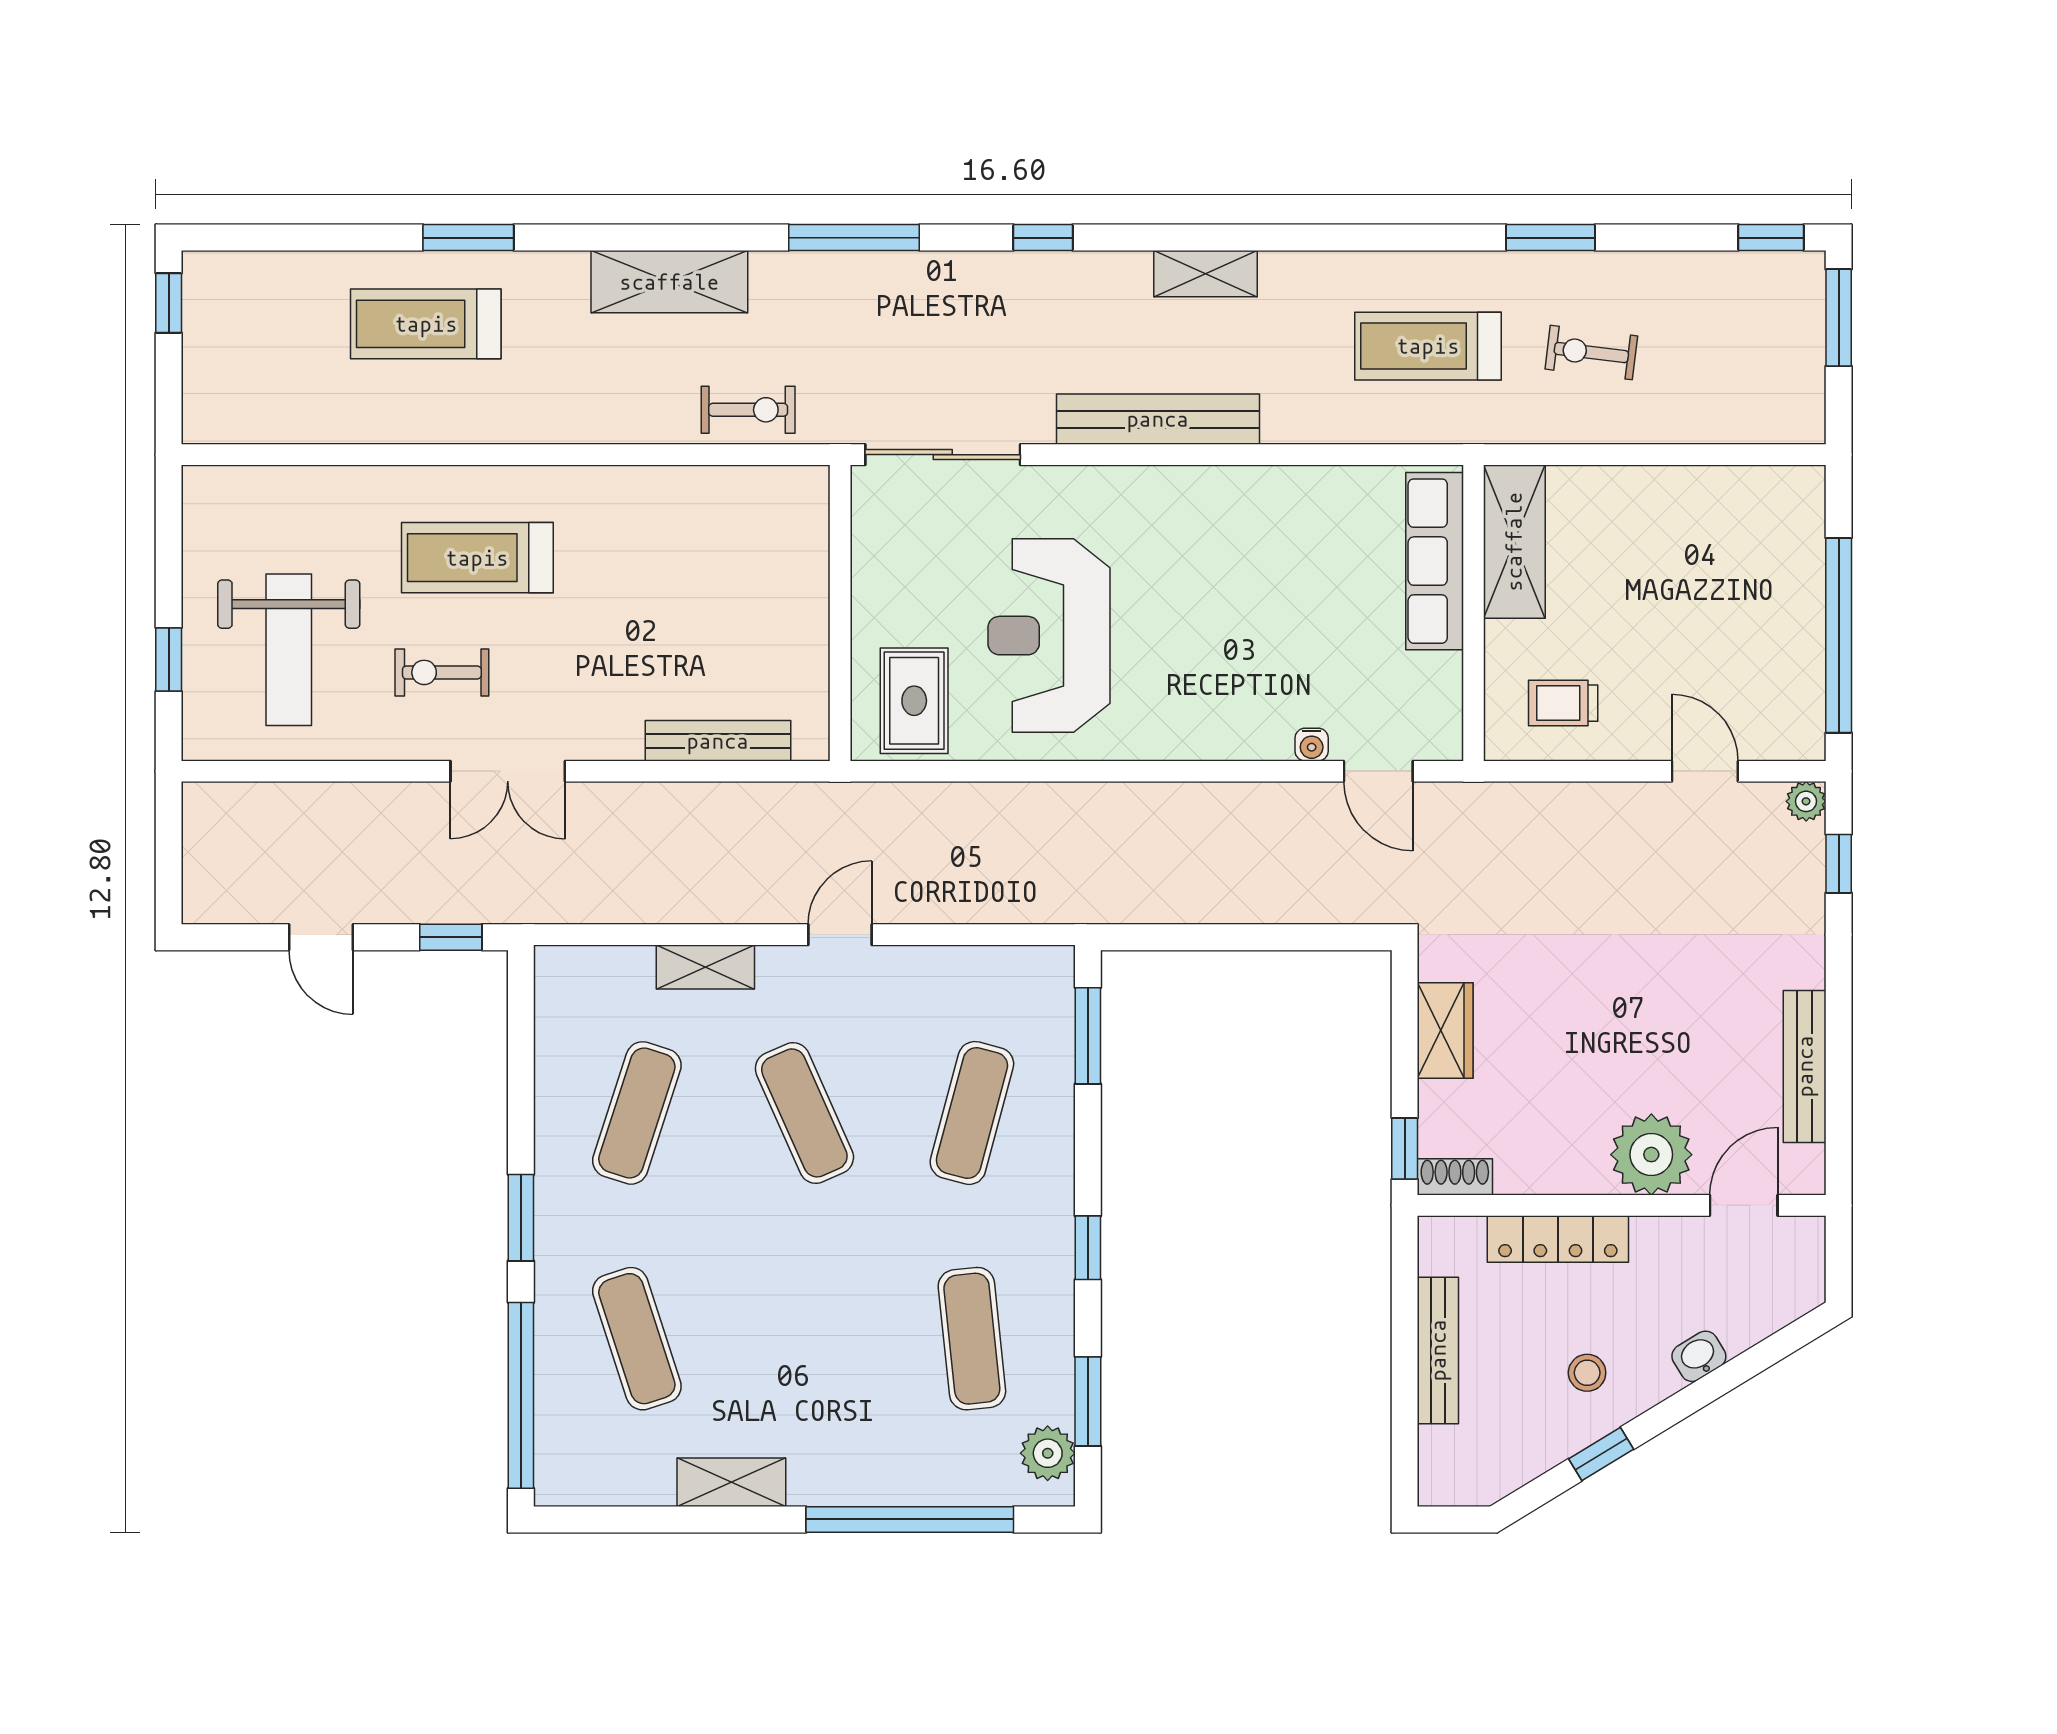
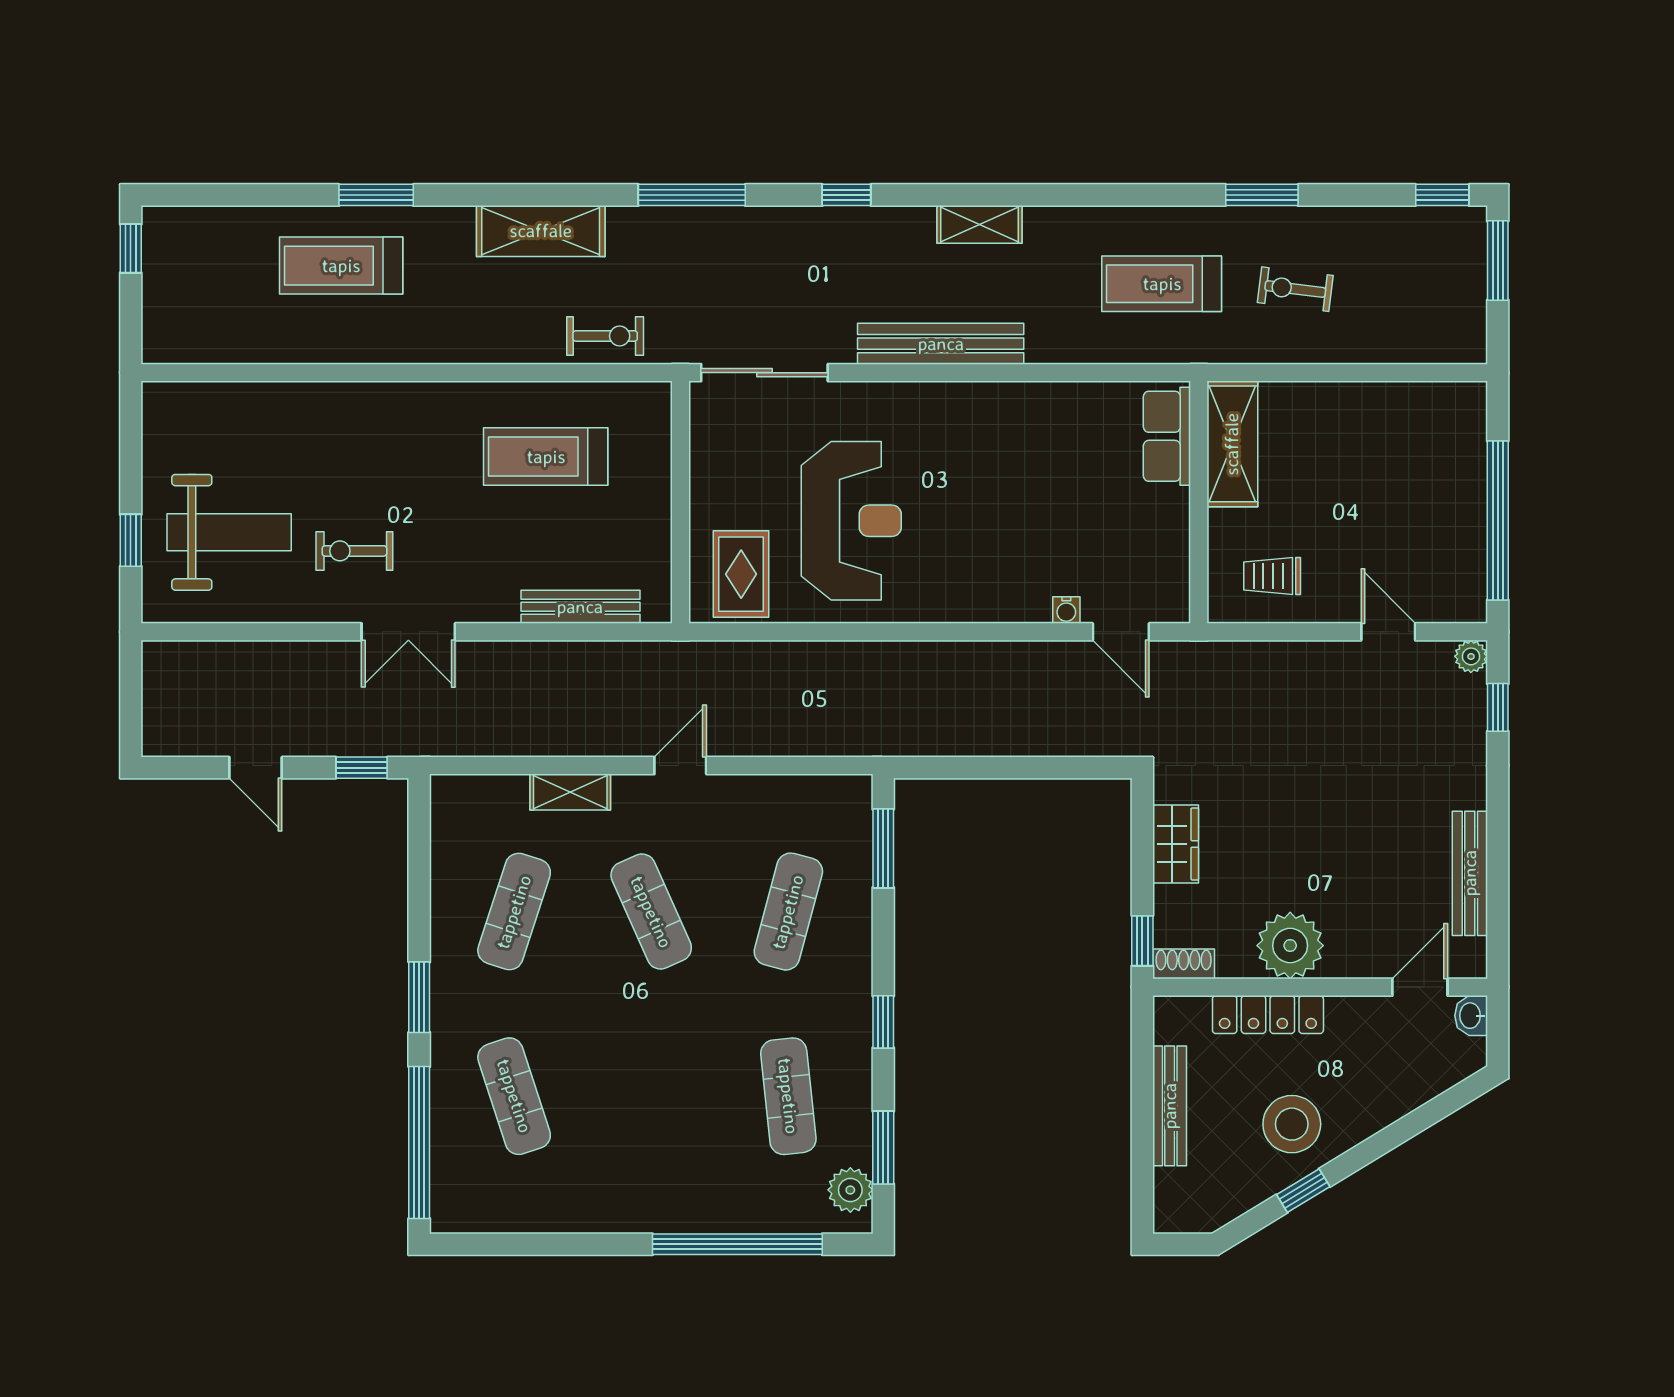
treadmill: (477, 558) -> (546, 457), moved
row of seats: (1435, 561) -> (1167, 436), width x0.68
reception desk: (1049, 636) -> (851, 521), turned 180
weight bench: (289, 650) -> (229, 532), turned -90
plant: (1651, 1155) -> (1290, 946), moved
washbasin: (1699, 1356) -> (1471, 1016), moved, turned -59
stool: (1587, 1373) -> (1292, 1124), width x1.89, depth x1.89
shelving: (731, 1482) -> (591, 1214), removed

